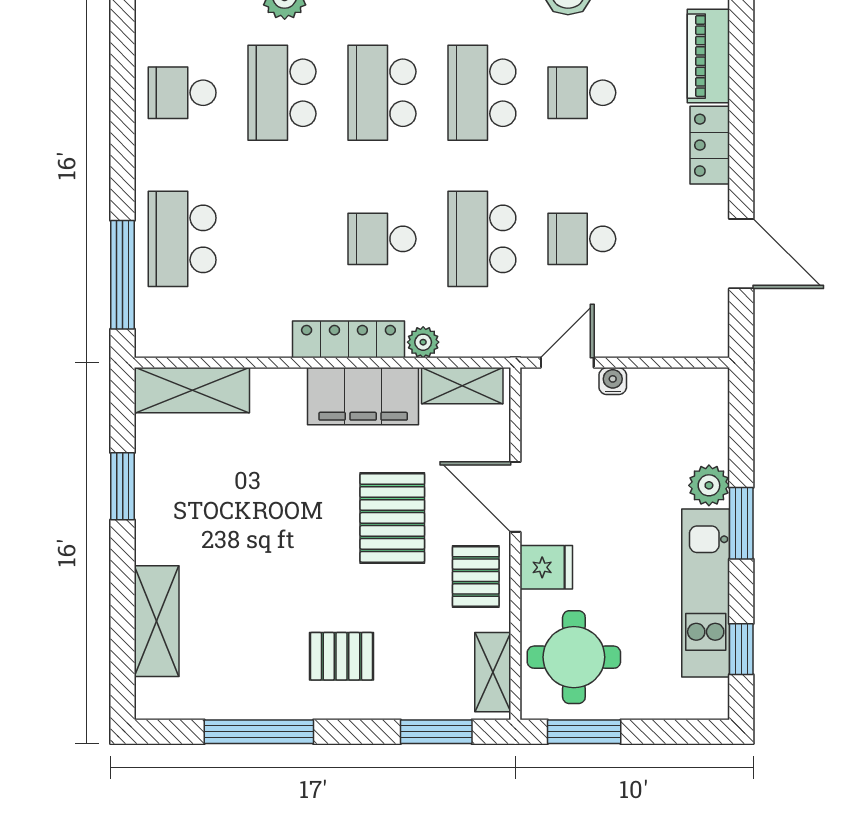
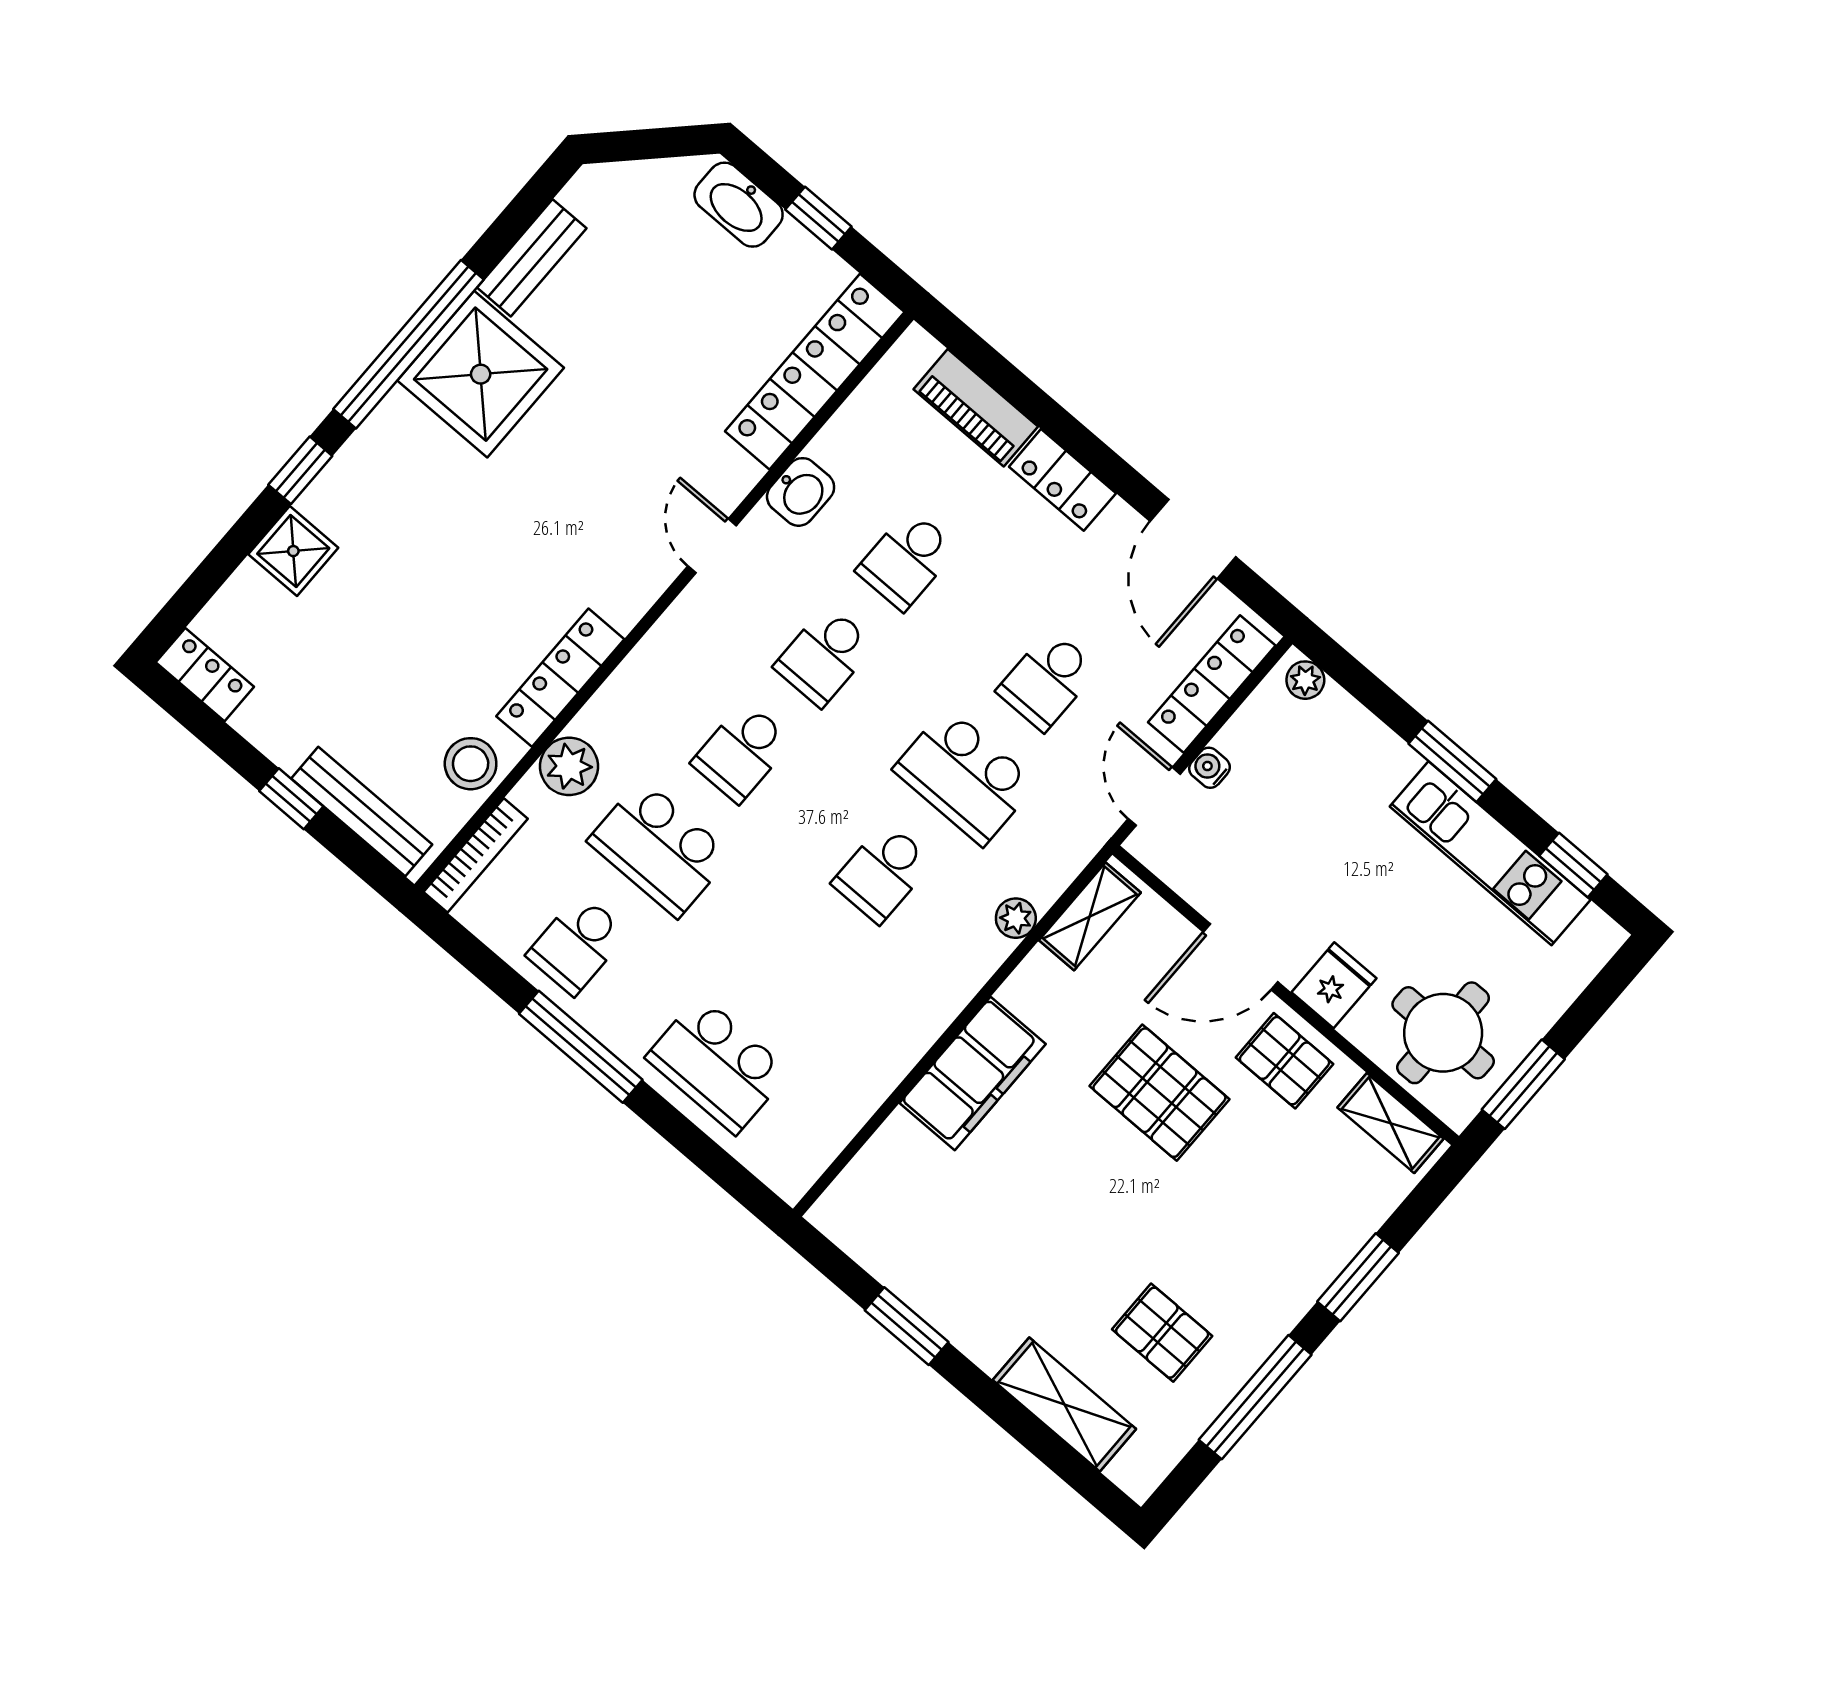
school desk: (382, 93) -> (742, 752), width x0.54
school desk: (482, 93) -> (824, 656), width x0.54
door: (741, 254) -> (1193, 539), swing flipped
window: (123, 275) -> (581, 1047), moved
locker: (348, 339) -> (1212, 684), moved
shelving: (192, 390) -> (872, 1180), removed
filing cabinet: (363, 396) -> (973, 1073), moved
plant: (709, 485) -> (1305, 680), moved, width x0.73, depth x0.73
pallet: (341, 656) -> (1162, 1333), moved, turned 90
window: (436, 732) -> (1358, 1277), moved

